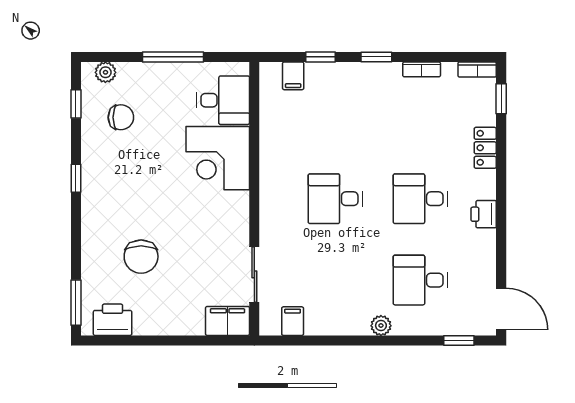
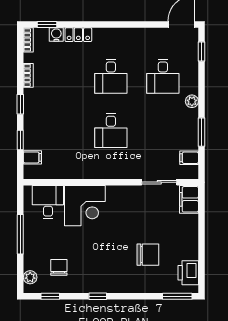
water cooler: (485, 113) -> (56, 35), added
printer: (484, 214) -> (121, 36), removed
window: (333, 340) -> (201, 132), added

